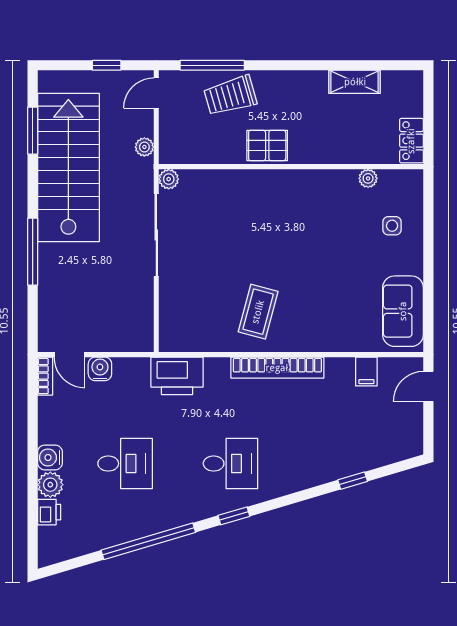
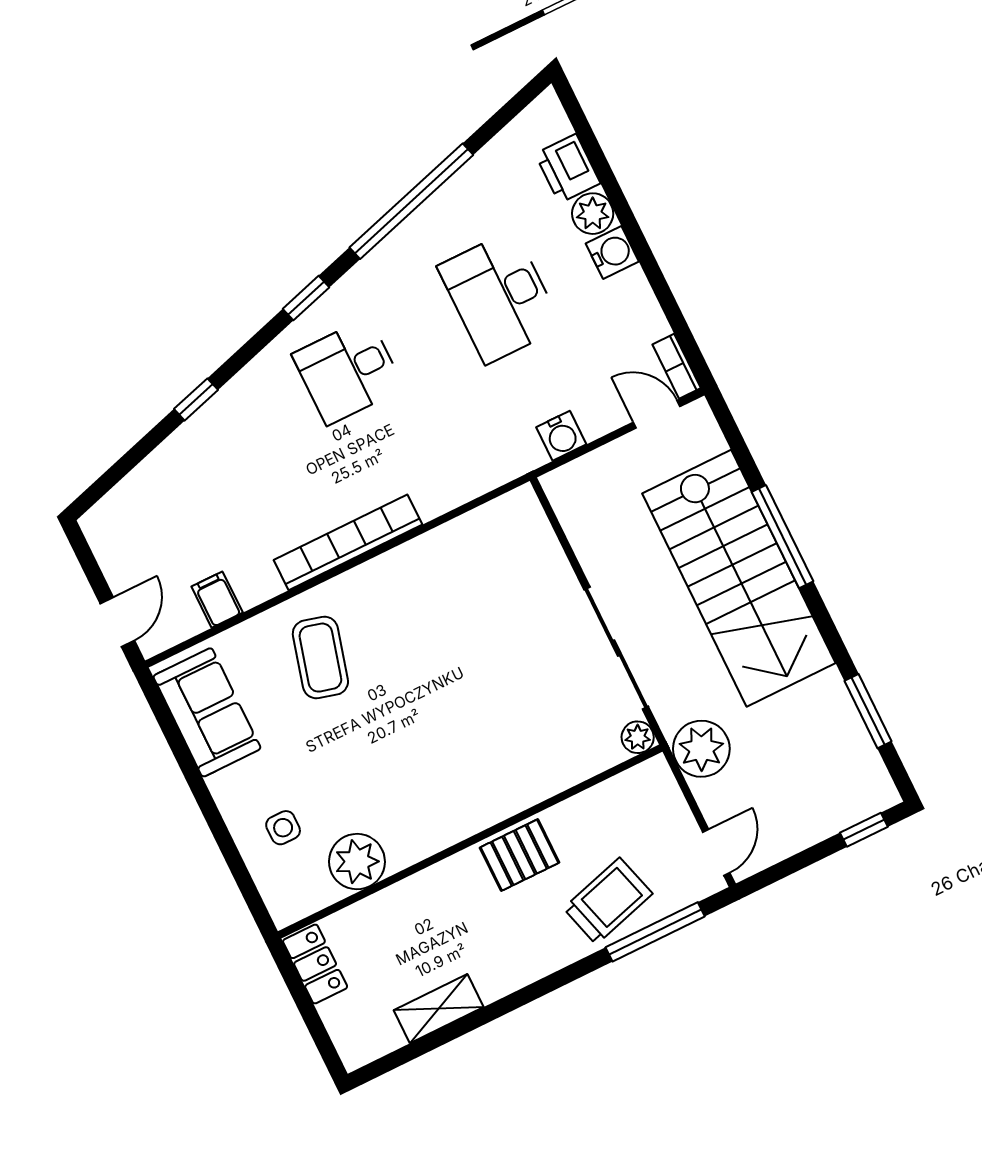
window: (107, 65) -> (864, 830), moved
plant: (144, 147) -> (701, 749), width x1.87, depth x1.87
stairs: (68, 168) -> (739, 578), moved
plant: (368, 178) -> (357, 862), width x1.87, depth x1.87
coffee table: (258, 312) -> (320, 658), moved
water cooler: (100, 369) -> (561, 436), moved
printer: (177, 376) -> (487, 460), removed
desk: (125, 464) -> (500, 297), width x1.37
window: (353, 481) -> (196, 399), moved
printer: (49, 512) -> (568, 168), width x1.36, depth x1.24

